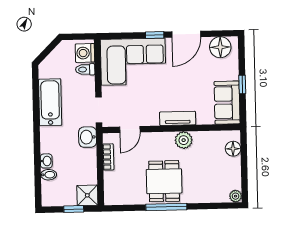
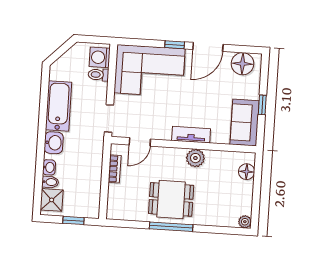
washbasin: (88, 137) -> (54, 143), moved, turned 180
dining table: (164, 181) -> (171, 199), turned 90
shower: (87, 195) -> (52, 200), moved

